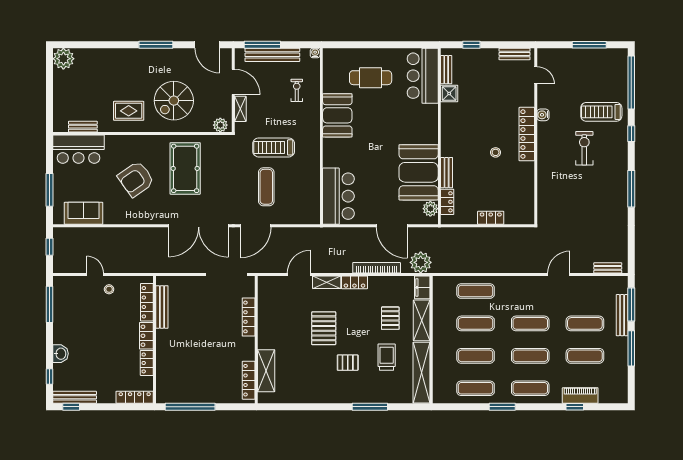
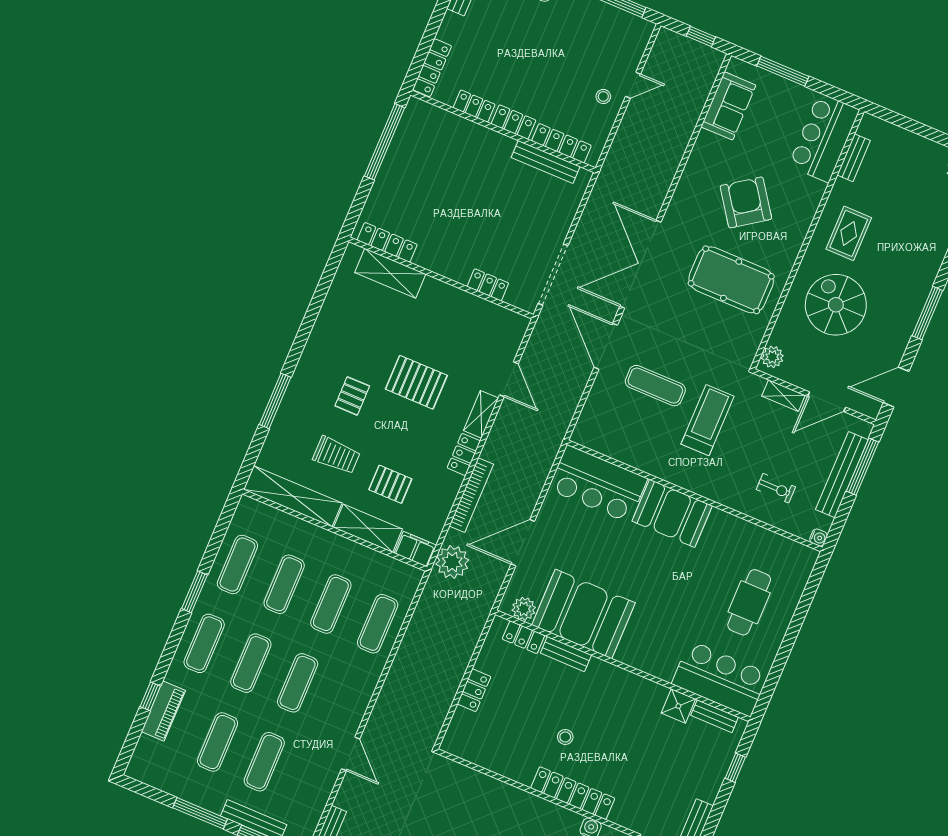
booth: (337, 115) -> (672, 513), moved
locker: (249, 317) -> (488, 285), width x0.66

